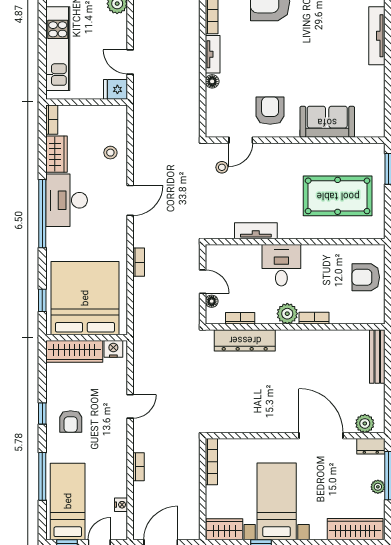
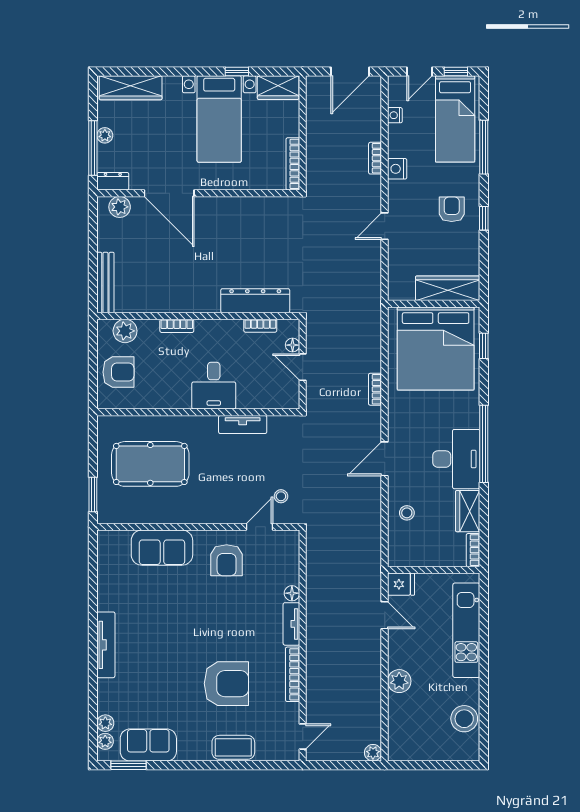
plant: (287, 314) -> (125, 331), moved
nightstand: (113, 349) -> (397, 169), moved, turned 90

